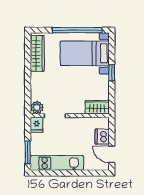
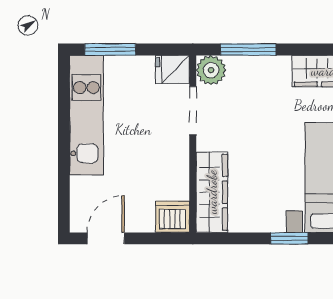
window: (28, 91) -> (248, 49), added
wardrobe: (97, 107) -> (212, 192), width x1.50
dishwasher: (102, 137) -> (172, 217), moved

